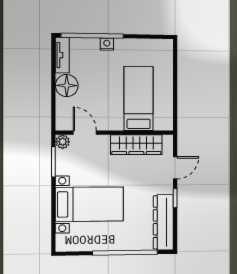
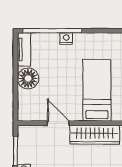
door: (85, 133) -> (58, 123), moved
plant: (63, 142) -> (24, 132), removed

